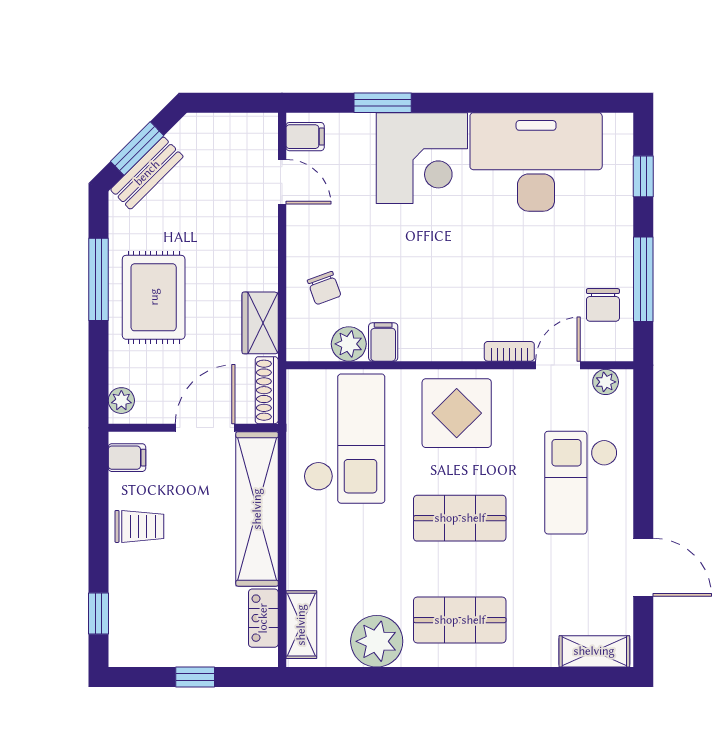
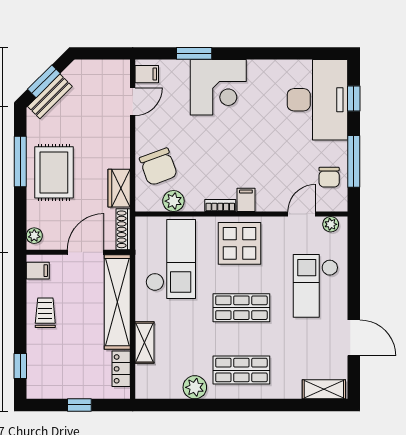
desk: (536, 162) -> (317, 100), moved, turned 90
door: (282, 182) -> (133, 102), hinge flipped
chair: (324, 288) -> (158, 167), width x1.87, depth x1.87
filing cabinet: (383, 342) -> (246, 200), moved
bookcase: (509, 351) -> (220, 206), moved
trolley: (139, 526) -> (45, 313), turned -90
shelving: (301, 625) -> (144, 343), moved
plant: (377, 641) -> (195, 387), width x0.73, depth x0.73

